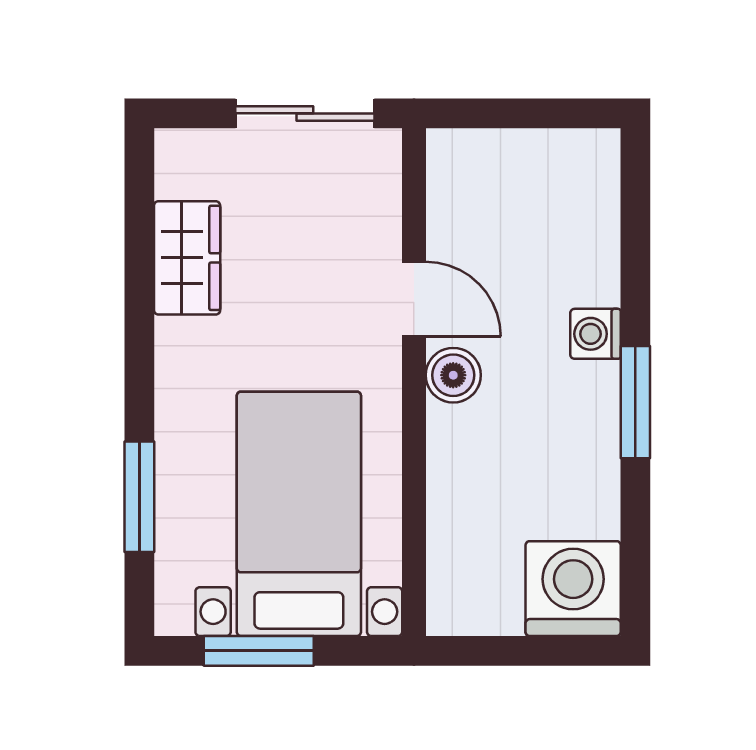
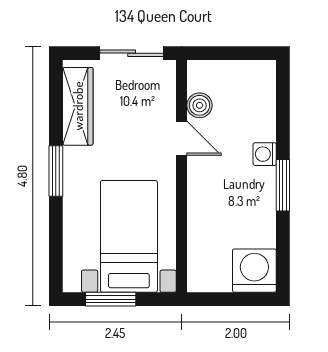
wardrobe: (187, 258) -> (78, 106), width x1.50
boiler: (453, 375) -> (200, 105), moved
window: (139, 497) -> (56, 171), moved

